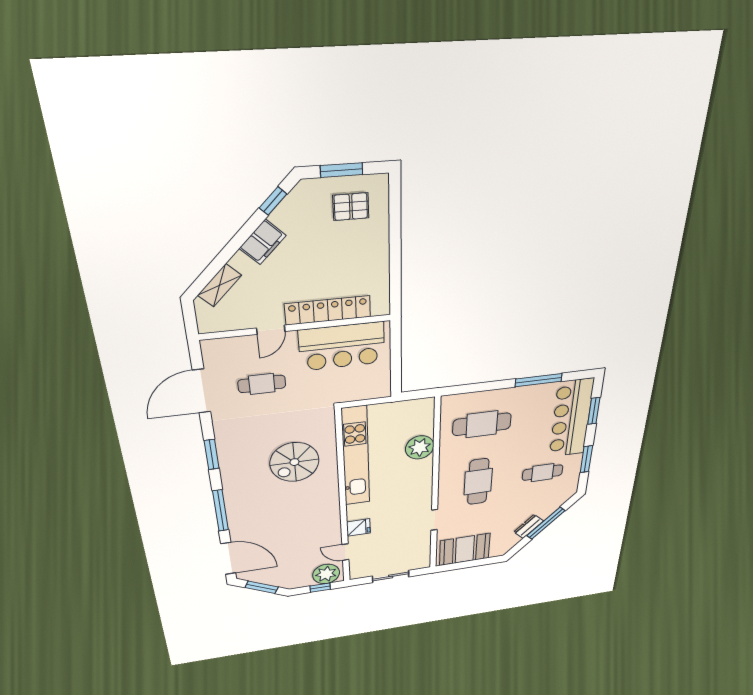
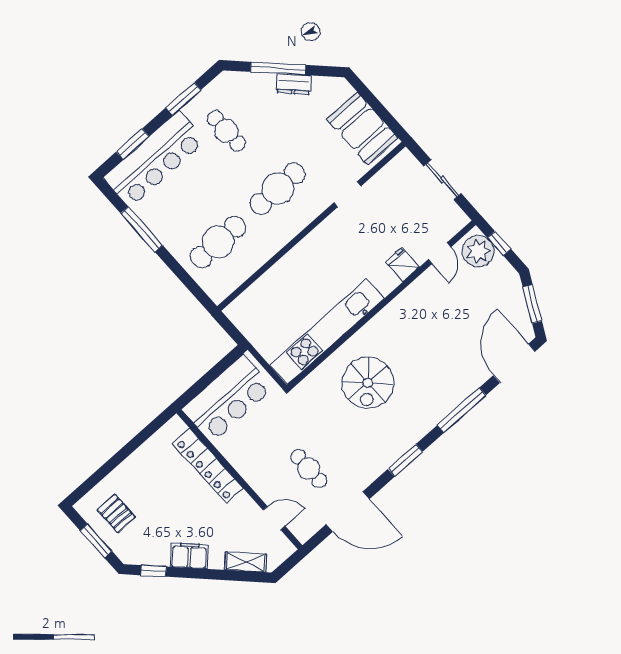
door: (271, 330) -> (274, 518), moved
bar counter: (342, 346) -> (228, 399), moved, turned 90
cafe table: (482, 424) -> (218, 242), turned 90
plant: (420, 447) -> (279, 280), removed
spiral stairs: (294, 462) -> (368, 383), turned 90

